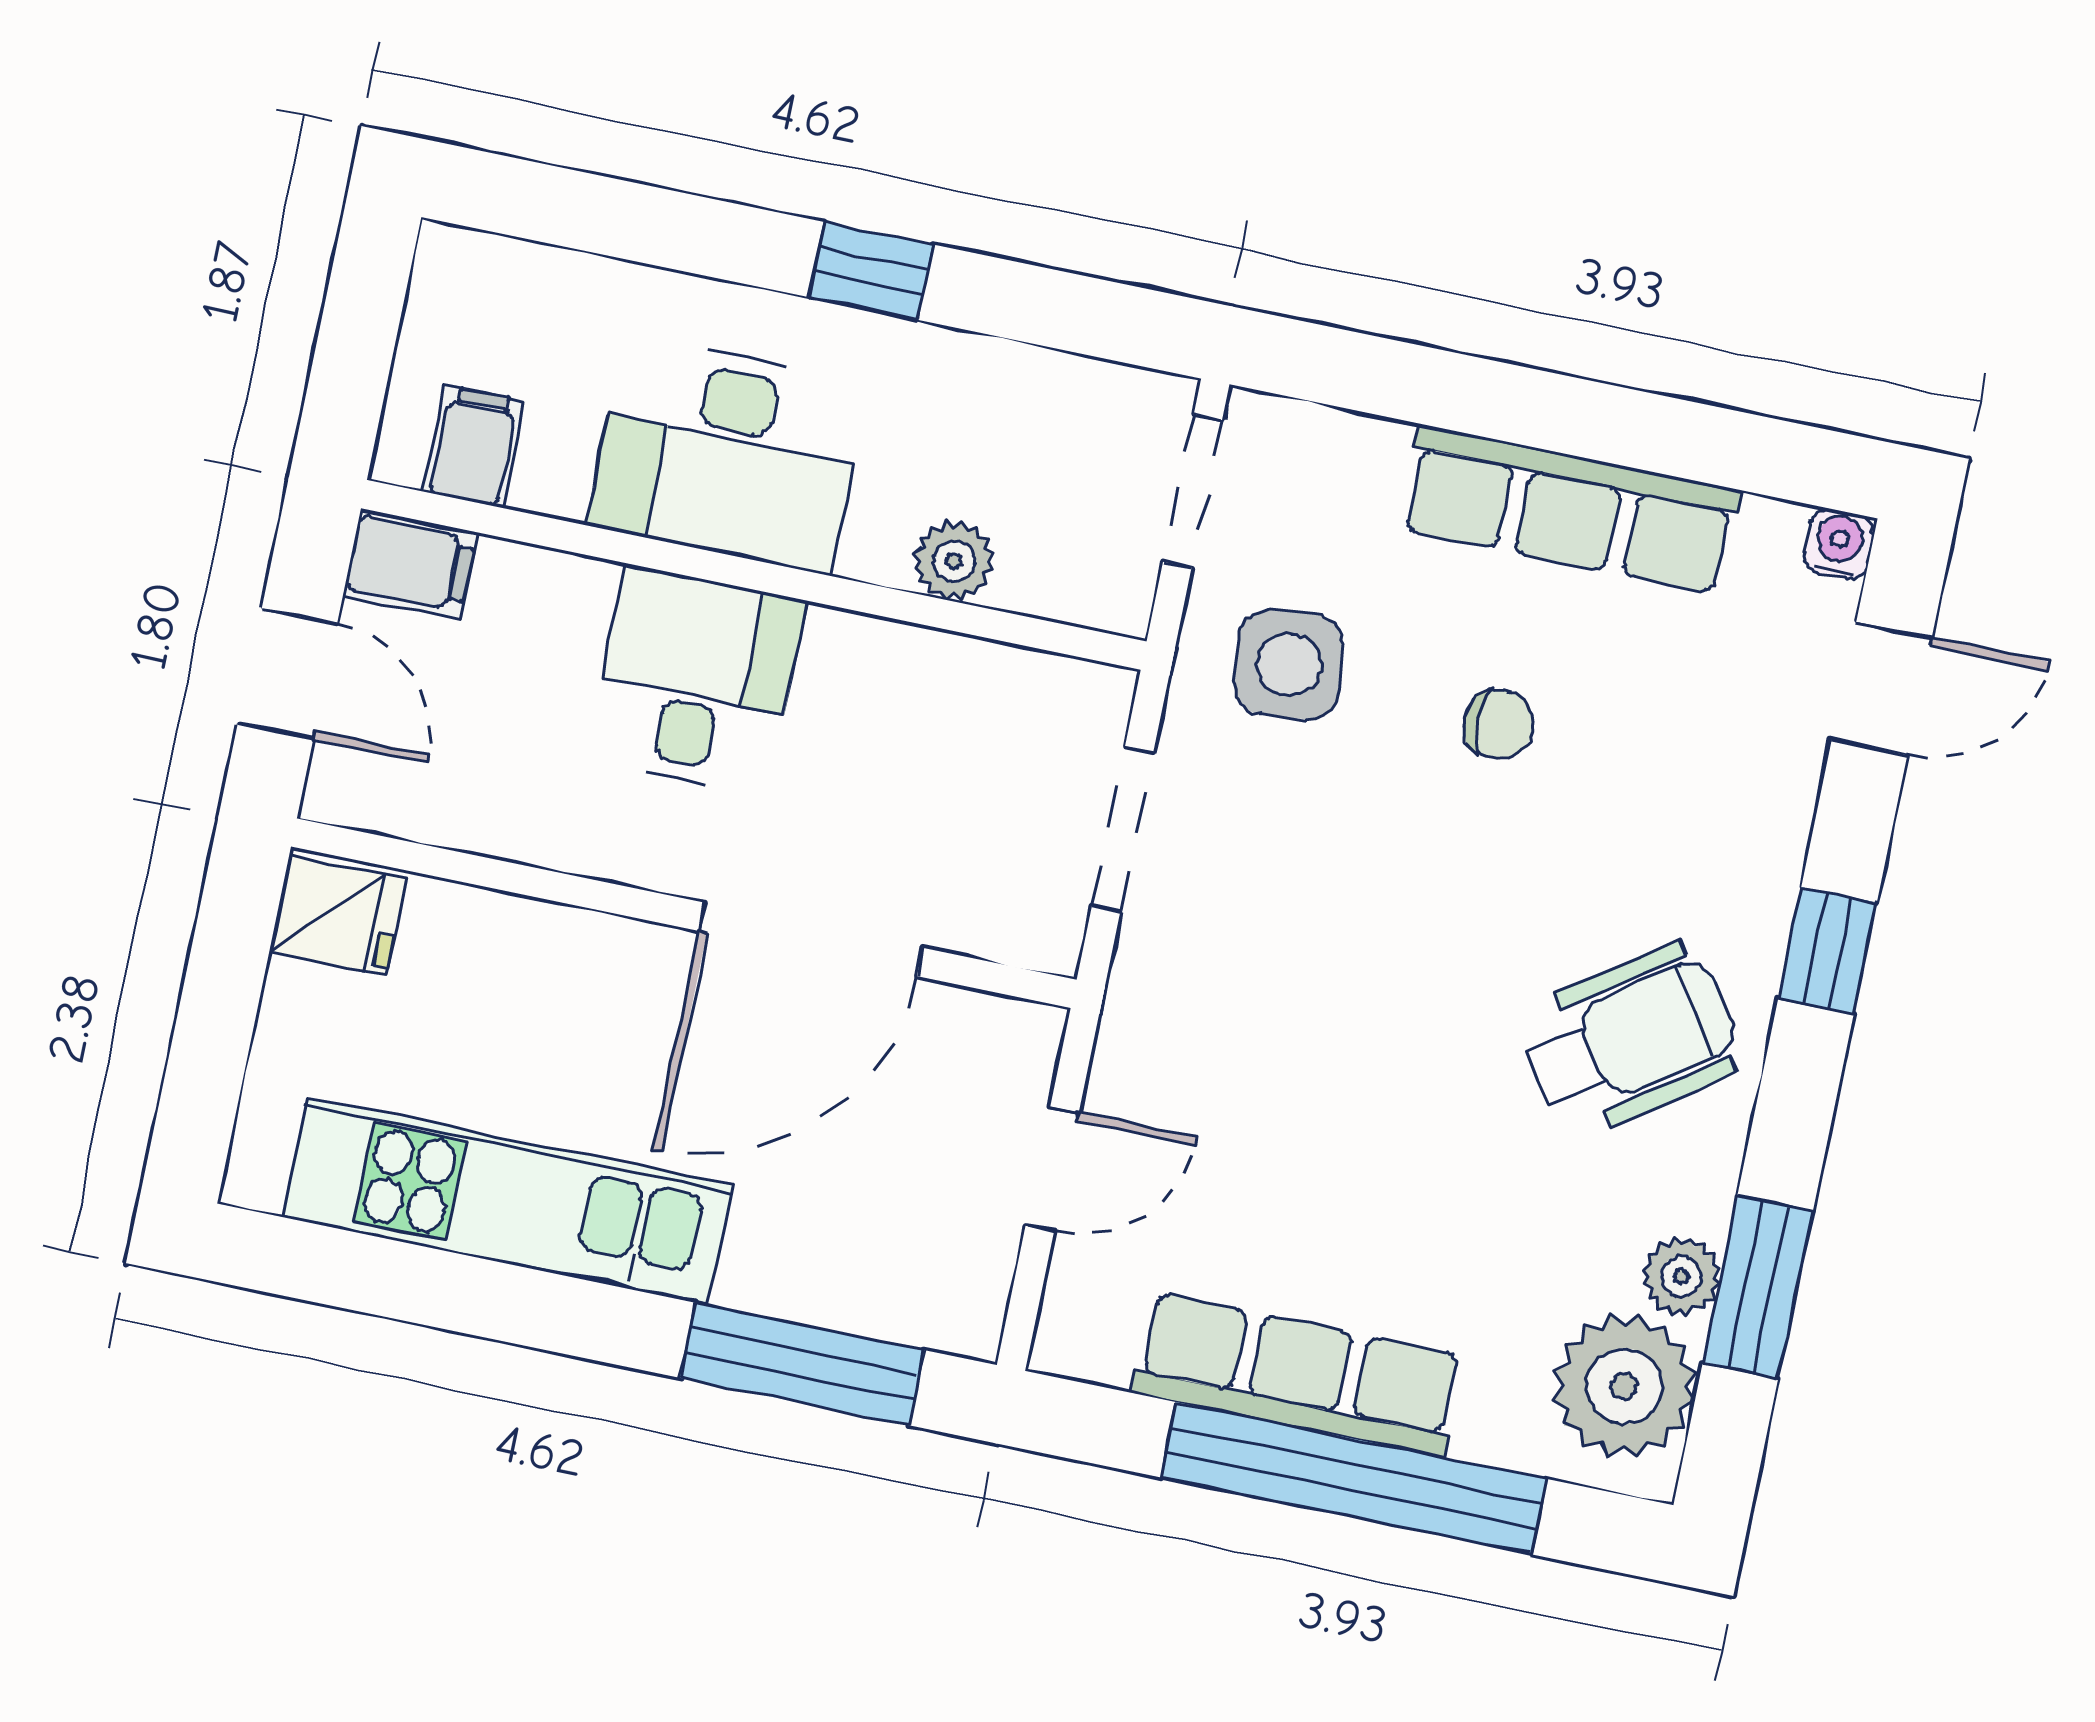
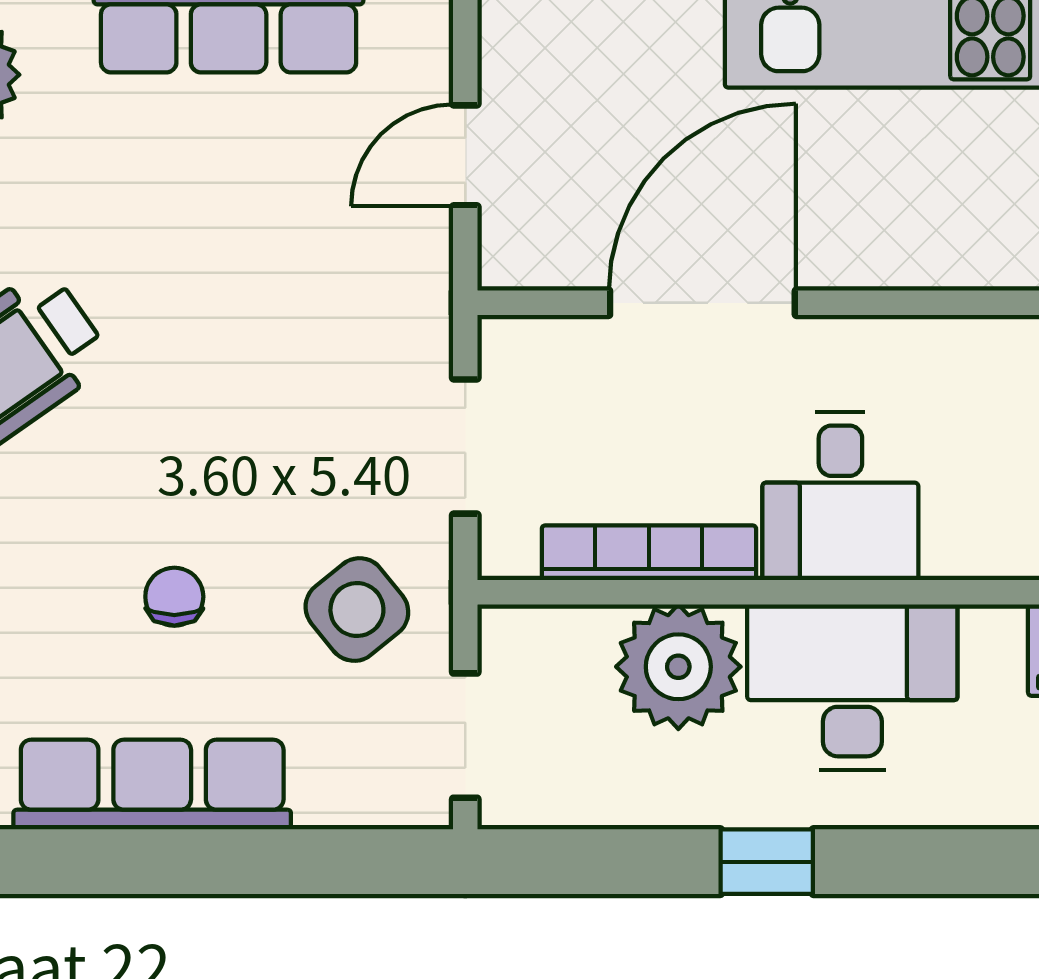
plant: (954, 561) -> (678, 667), width x1.87, depth x1.87
bookcase: (934, 660) -> (649, 553), added
side table: (1289, 665) -> (357, 610), turned -33
chair: (1499, 724) -> (174, 597), turned 90

